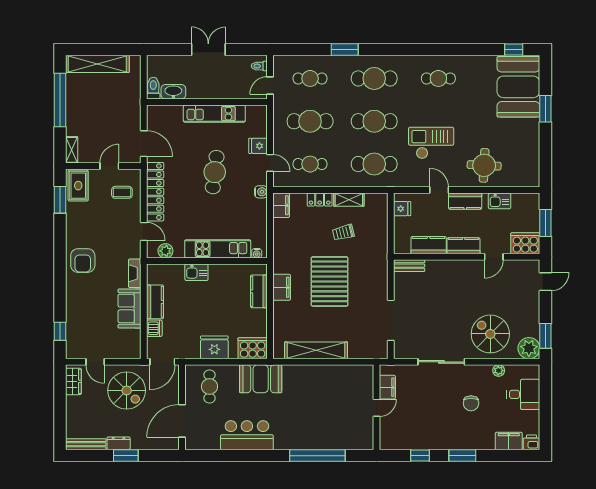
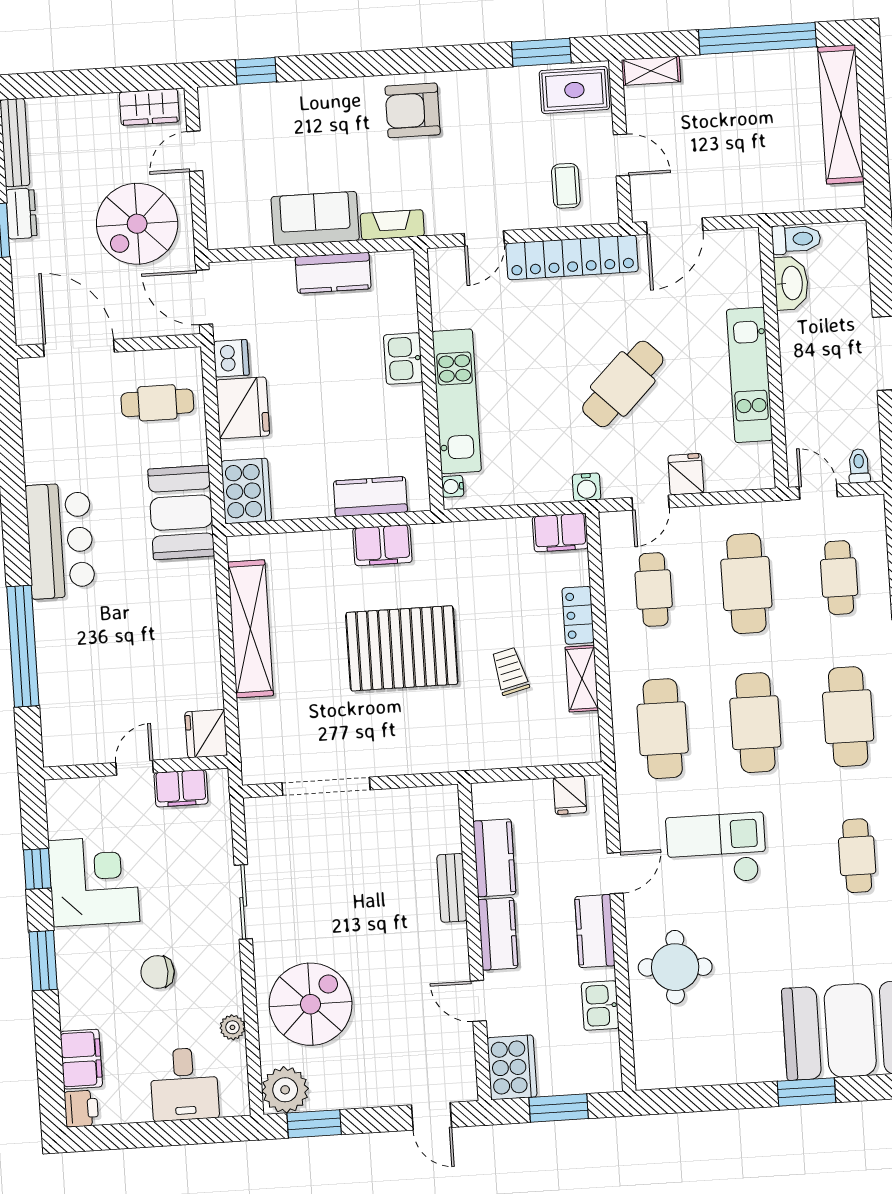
checkout: (431, 143) -> (716, 849), turned -90
cafe table: (215, 172) -> (623, 384), turned -52
plant: (165, 251) -> (445, 288), removed
bench: (409, 266) -> (452, 888), moved
dishwasher: (154, 328) -> (231, 358), moved, turned -90
sliding door: (441, 362) -> (243, 902), width x0.73
fridge: (363, 374) -> (206, 734), added
door: (376, 408) -> (135, 768), swing flipped
corner desk: (427, 430) -> (94, 881), added
bar counter: (247, 435) -> (60, 541), moved

